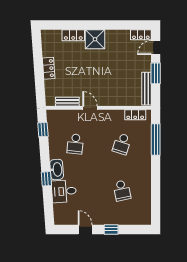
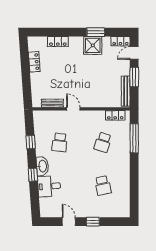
window: (114, 25) -> (96, 32), added
shower: (95, 39) -> (93, 45), moved
locker: (49, 68) -> (34, 62), moved
window: (43, 130) -> (31, 142), moved

